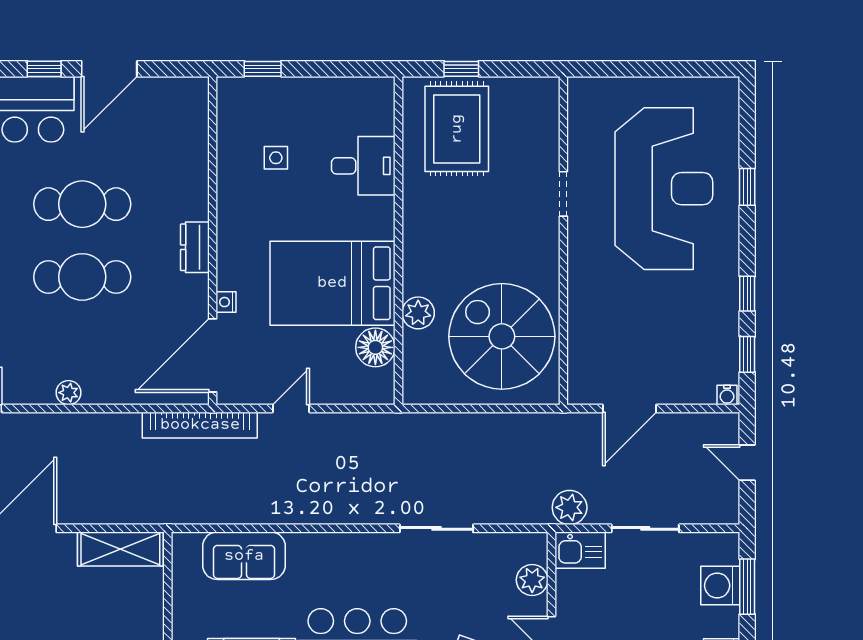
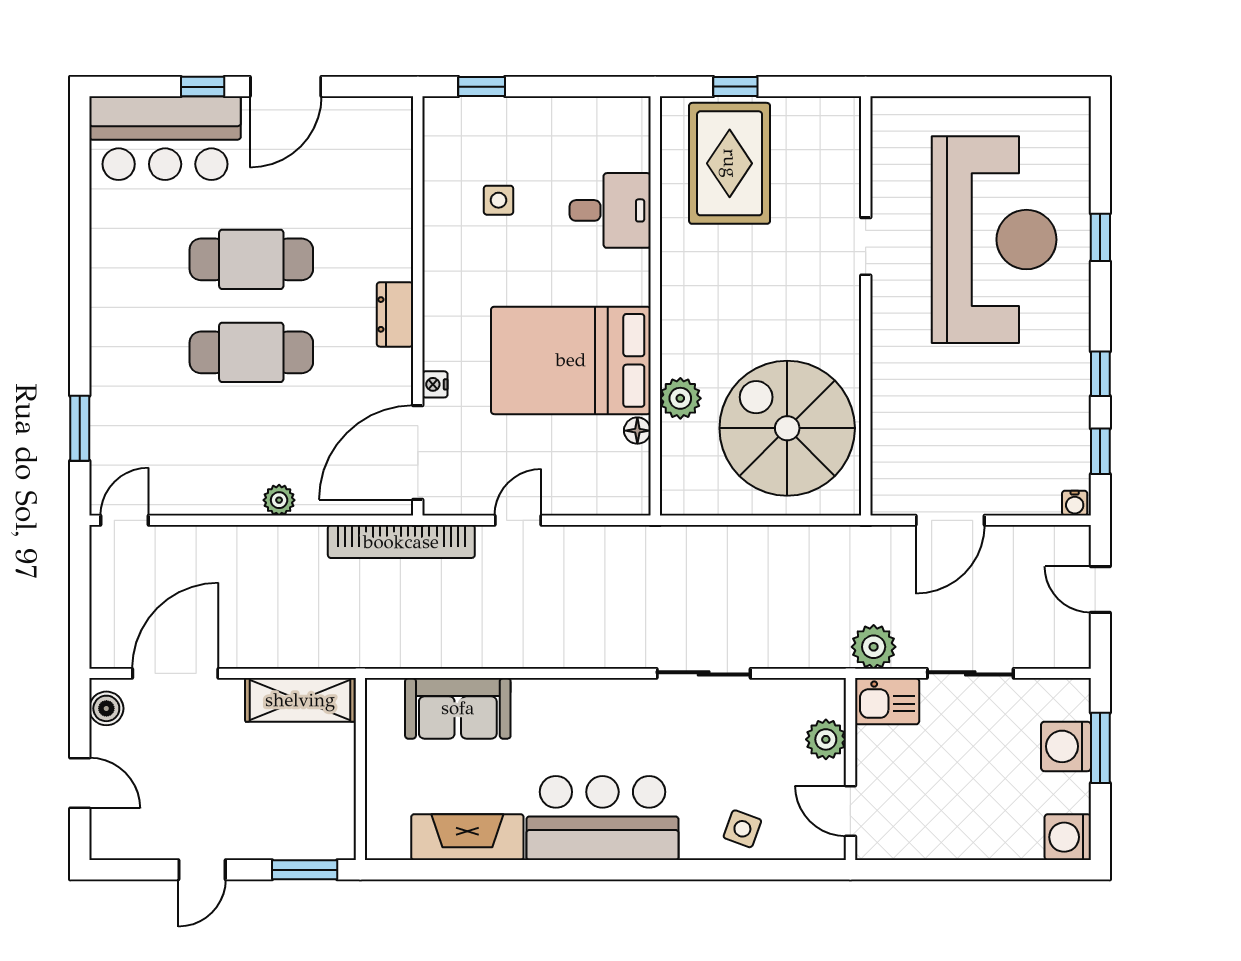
floor lamp: (375, 347) -> (637, 431), width x0.53, depth x0.53
plant: (68, 393) -> (279, 500), moved

